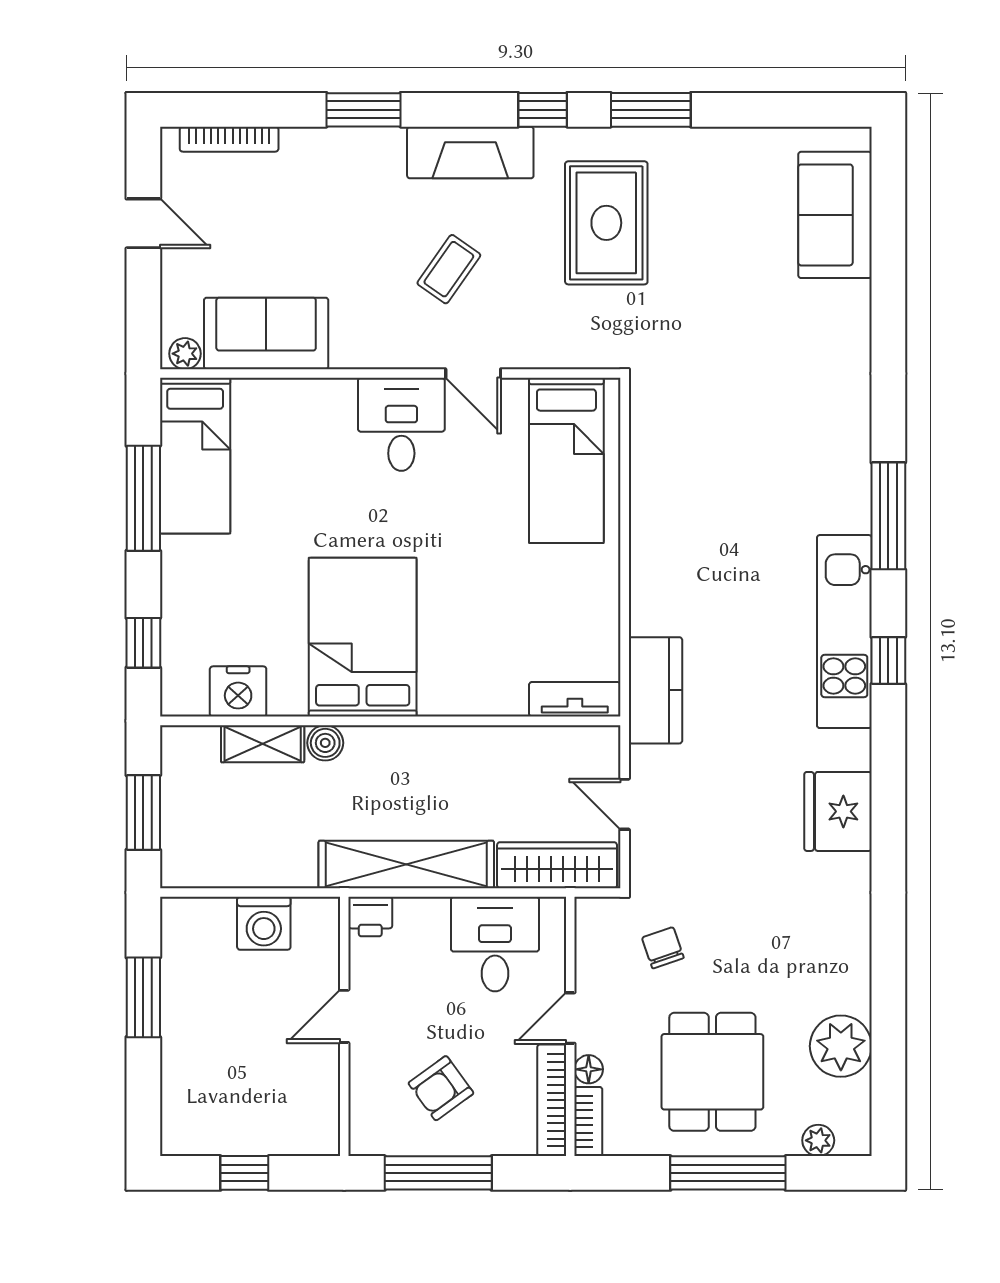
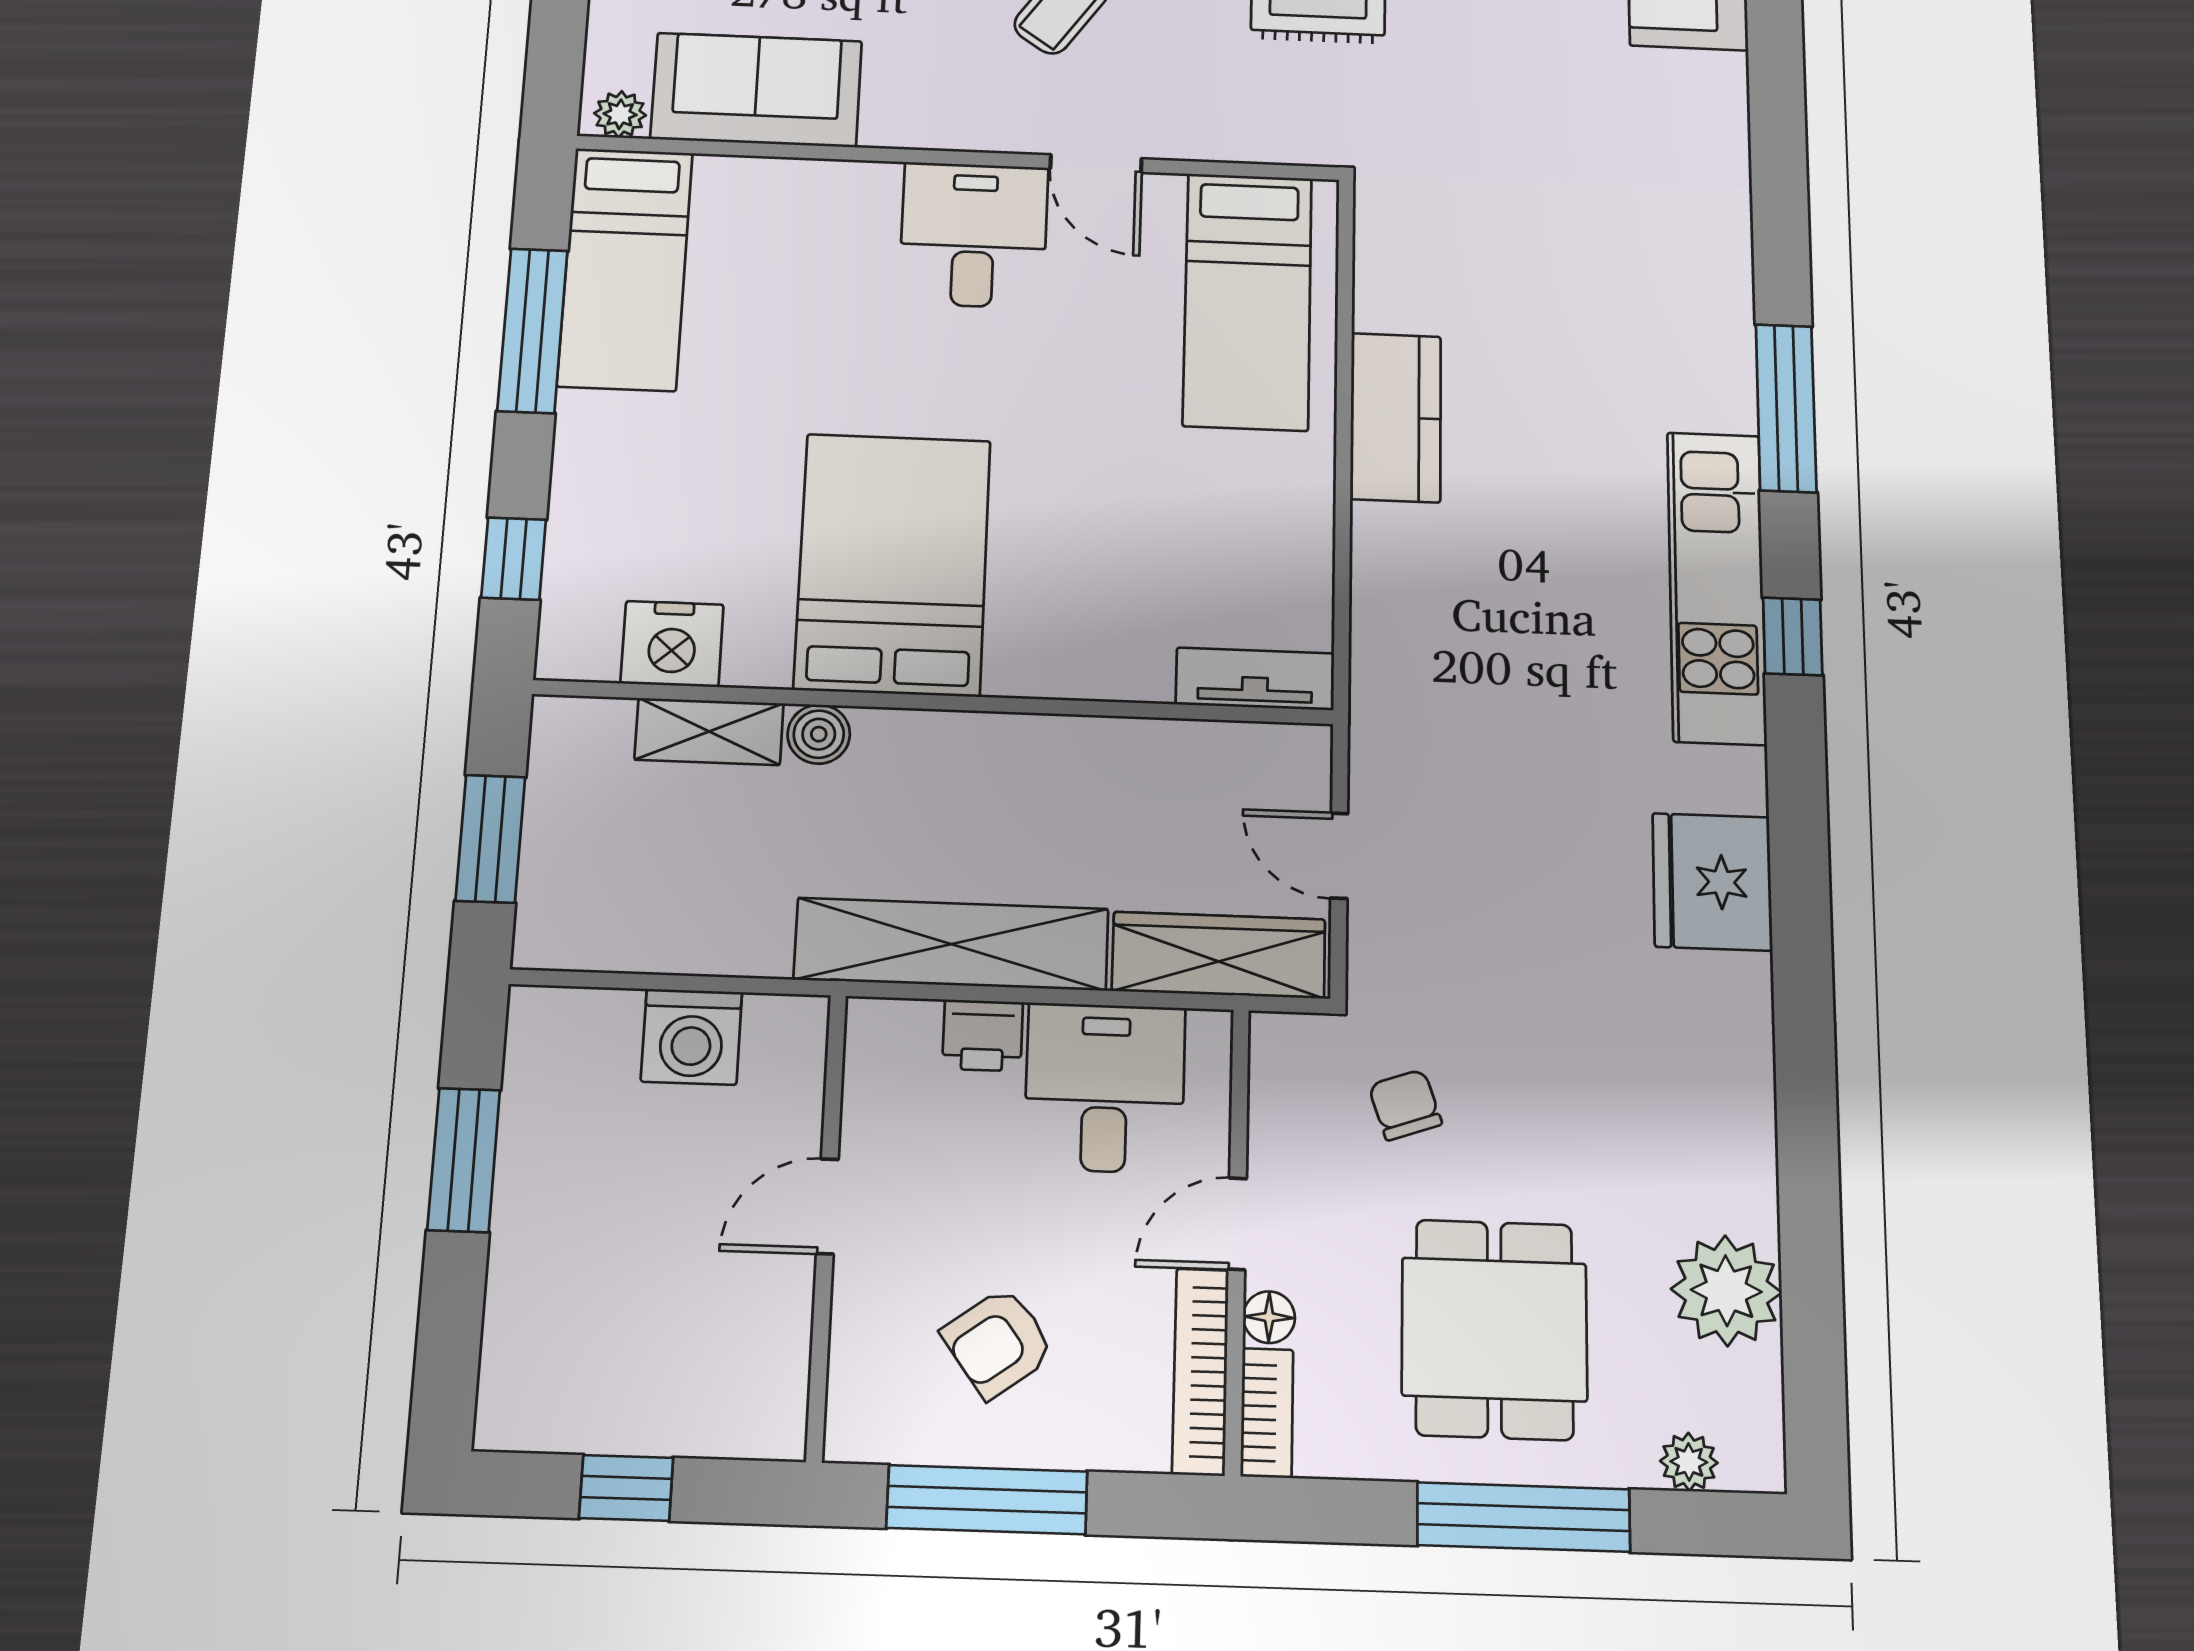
kitchen counter: (655, 690) -> (1396, 417), moved
printer: (370, 917) -> (983, 1035), moved

